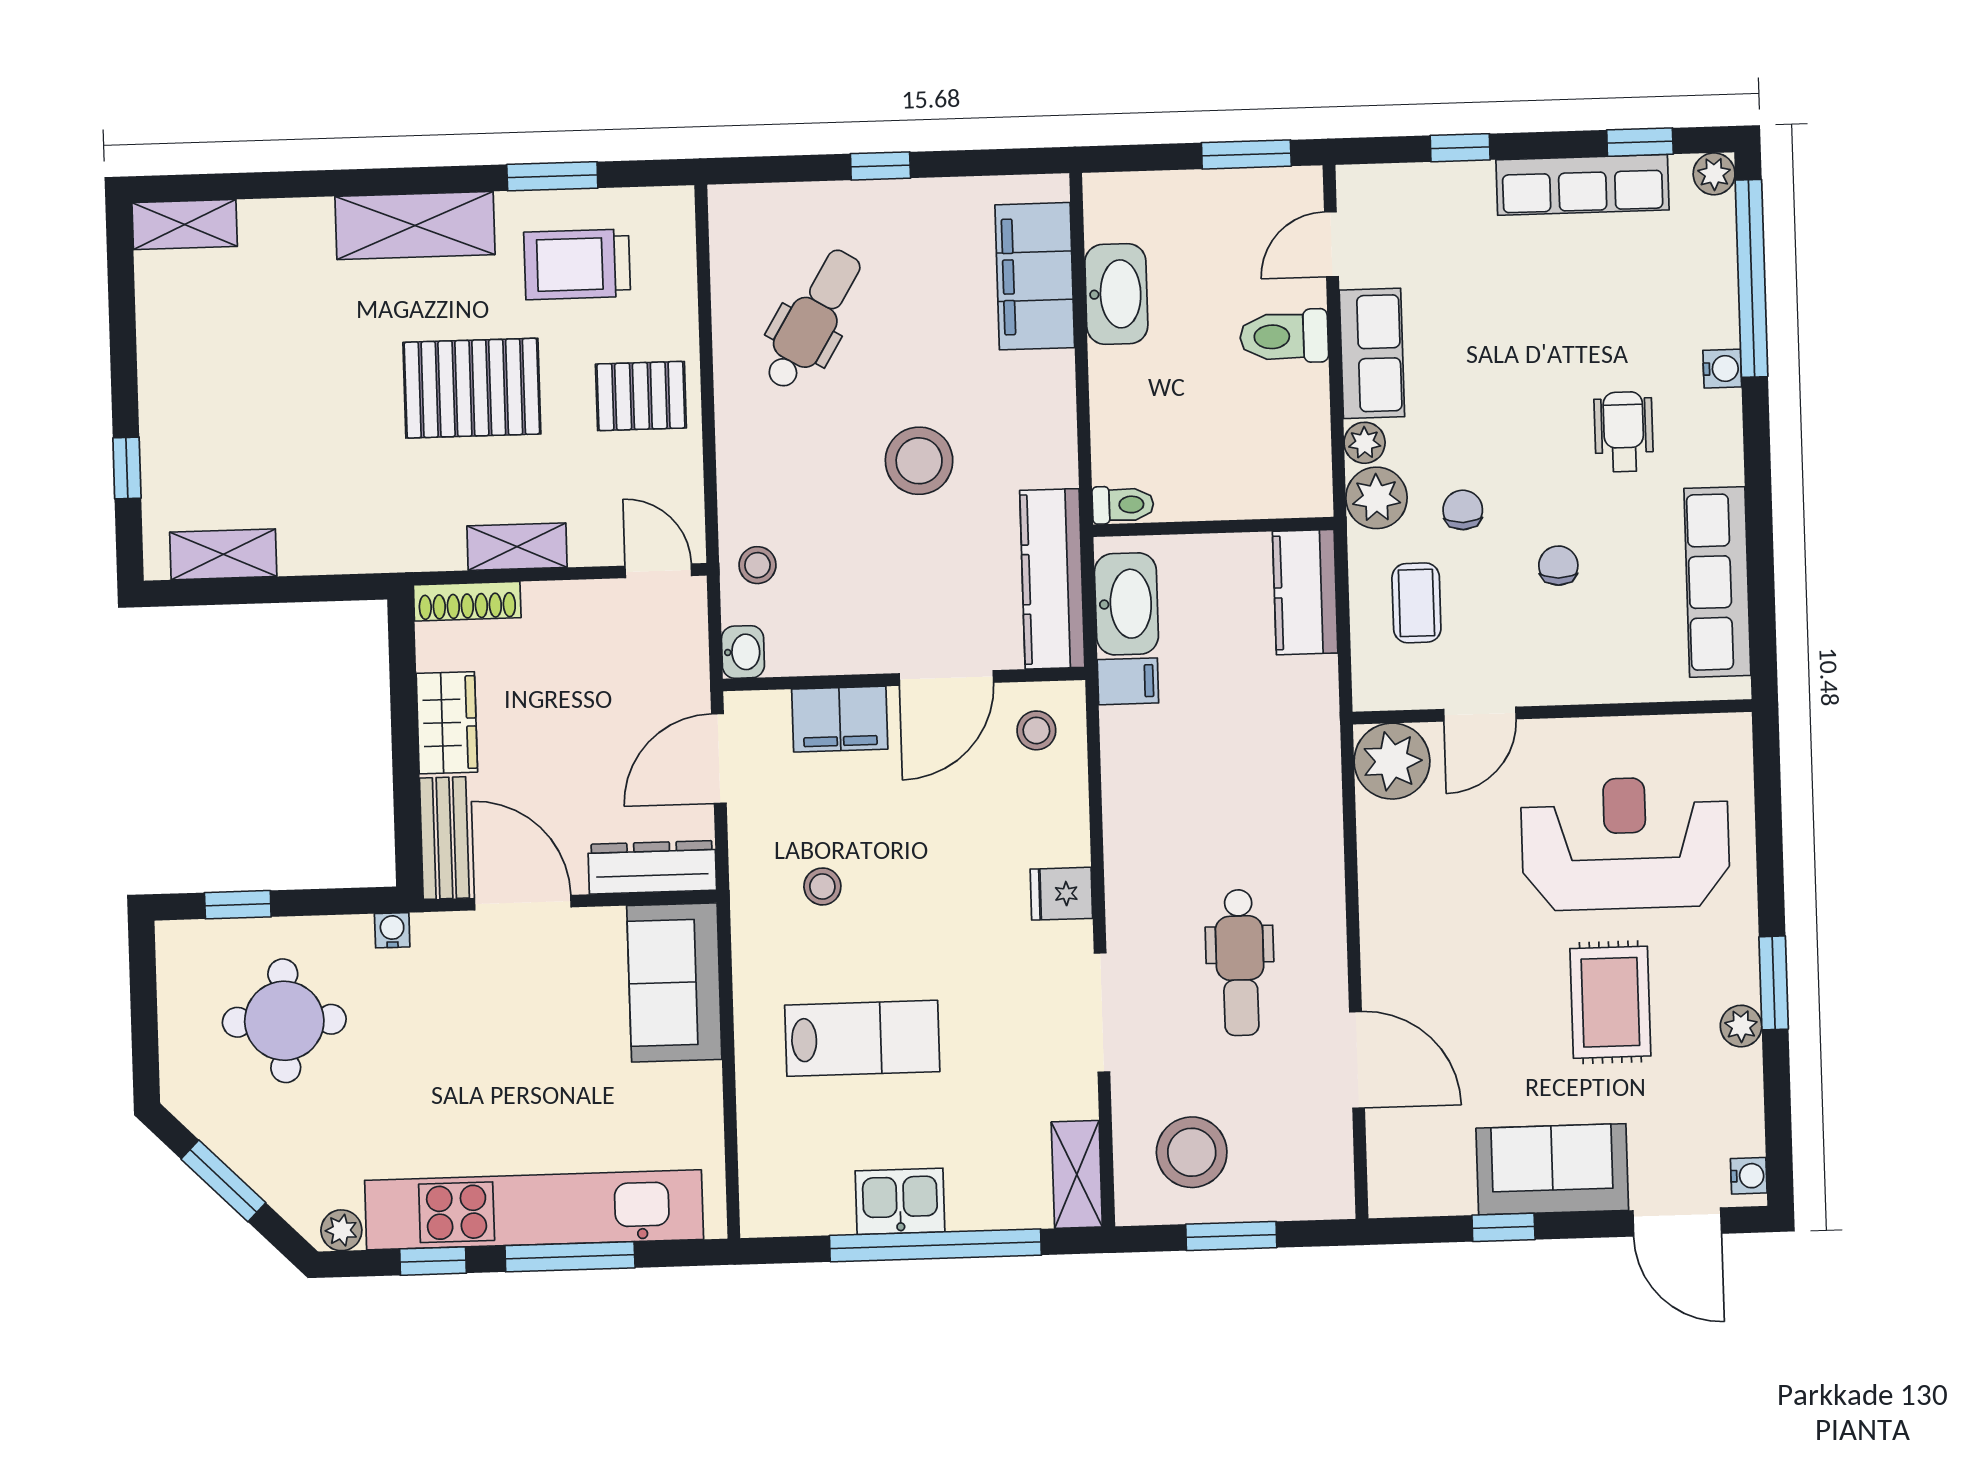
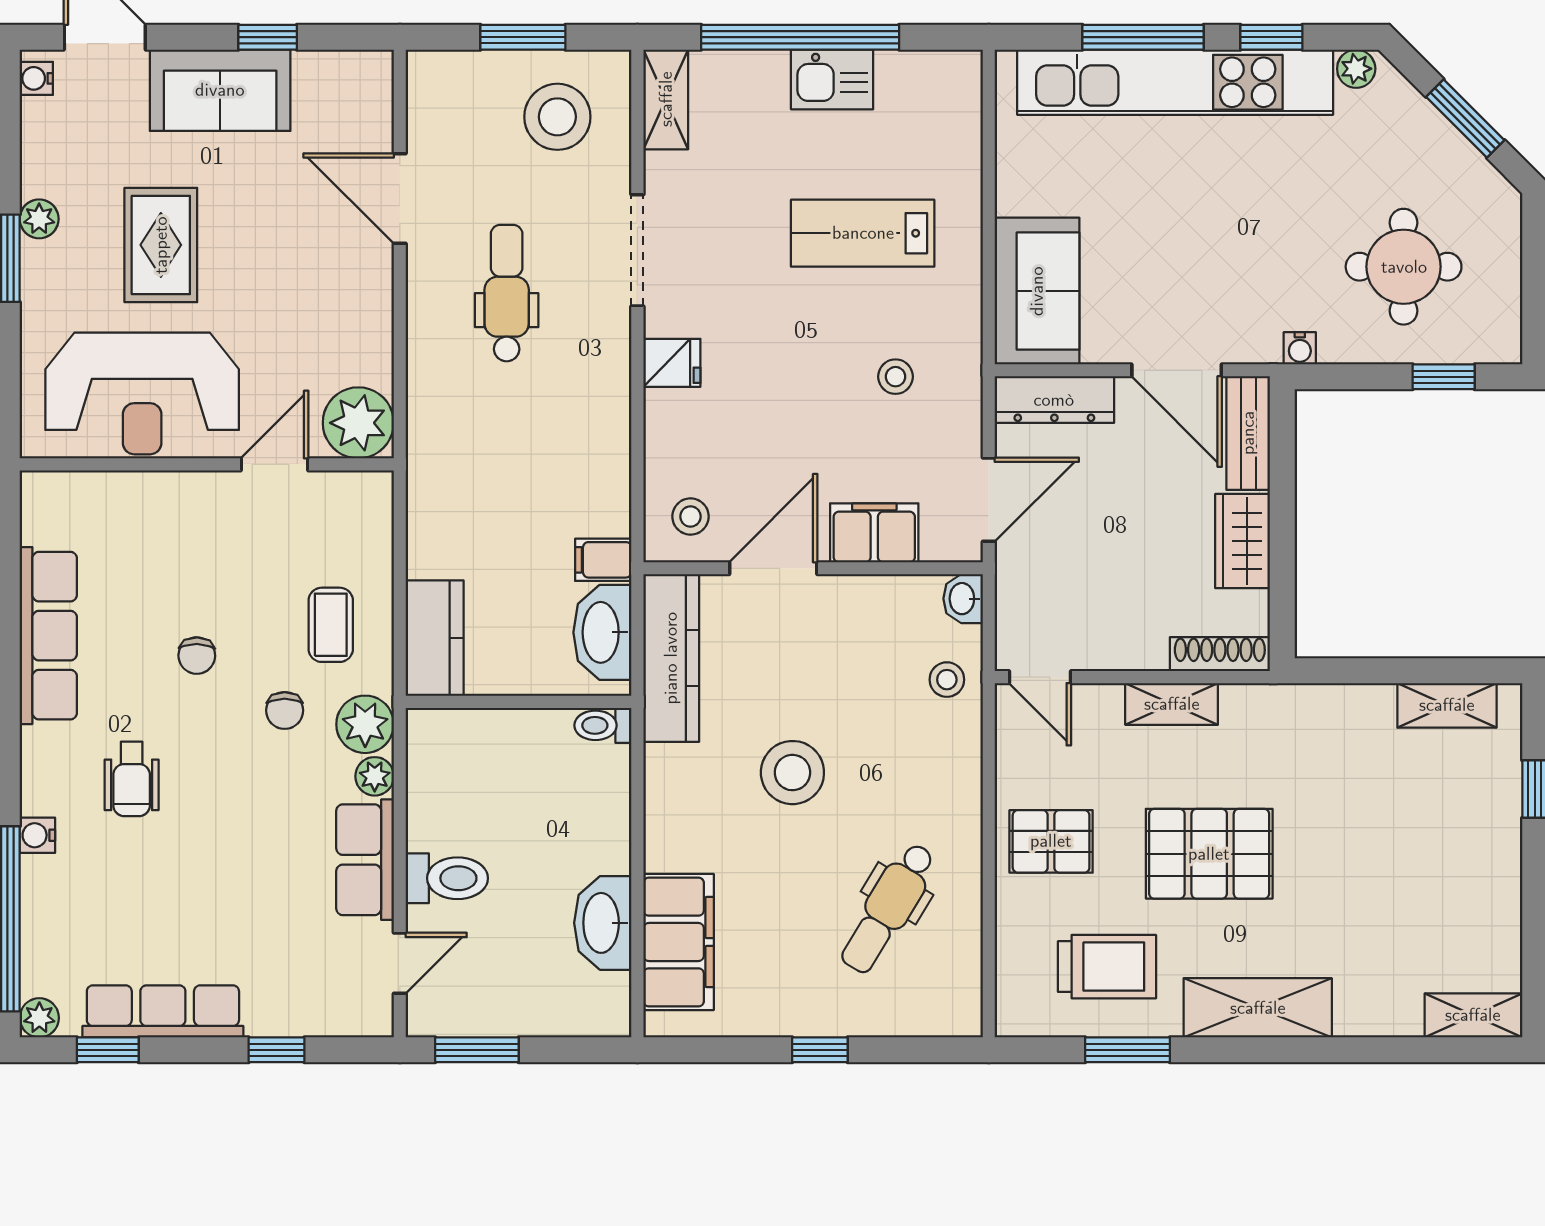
wall: (1552, 712) -> (207, 464), moved
door: (1480, 714) -> (275, 464), moved
plant: (1392, 761) -> (358, 423), moved

